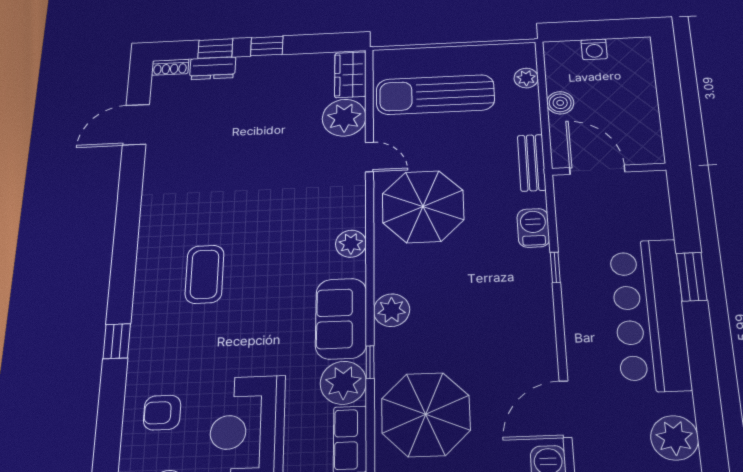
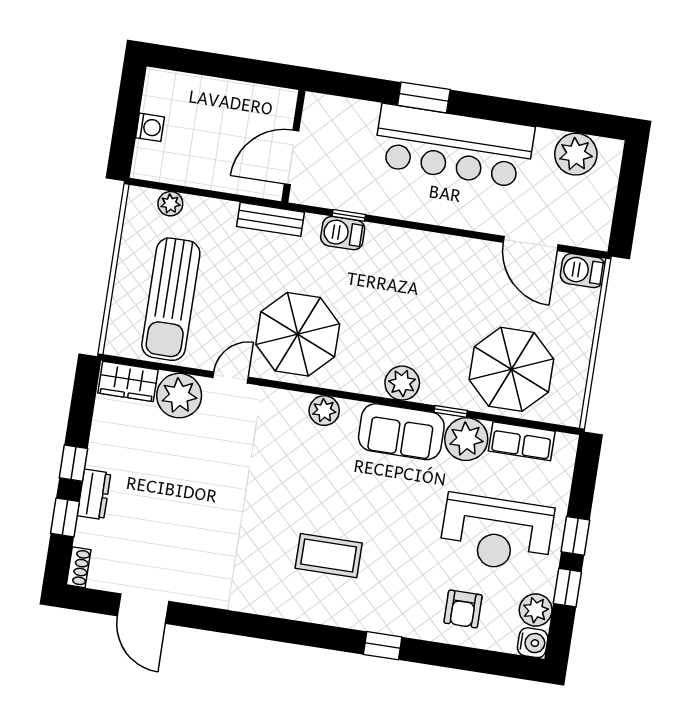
dresser: (213, 68) -> (94, 494), moved
boiler: (560, 103) -> (207, 176), removed
window: (555, 267) -> (349, 215), moved

